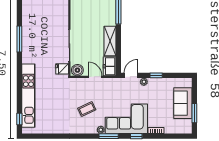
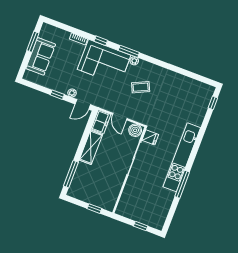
kitchen unit: (28, 96) -> (182, 157), moved

